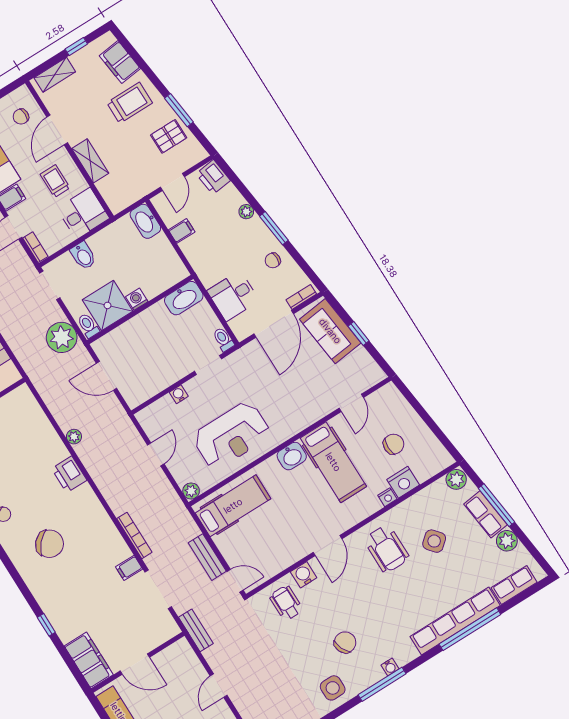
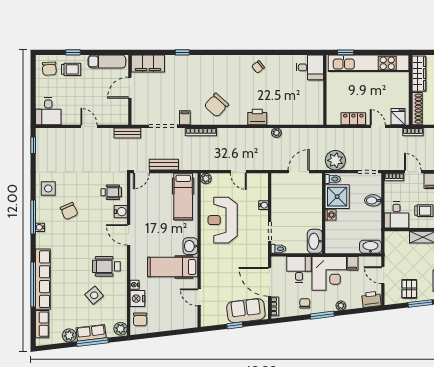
corner desk: (214, 253) -> (329, 273), added
chair: (394, 444) -> (140, 319), moved
chair: (50, 544) -> (216, 105), moved

